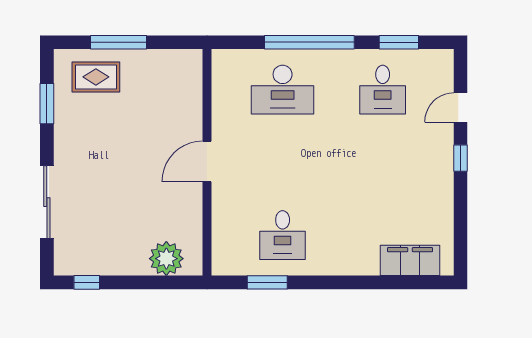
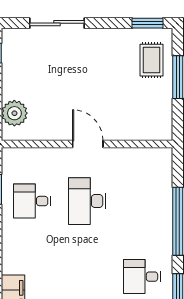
desk: (283, 90) -> (87, 201), moved
window: (47, 104) -> (148, 23), moved

